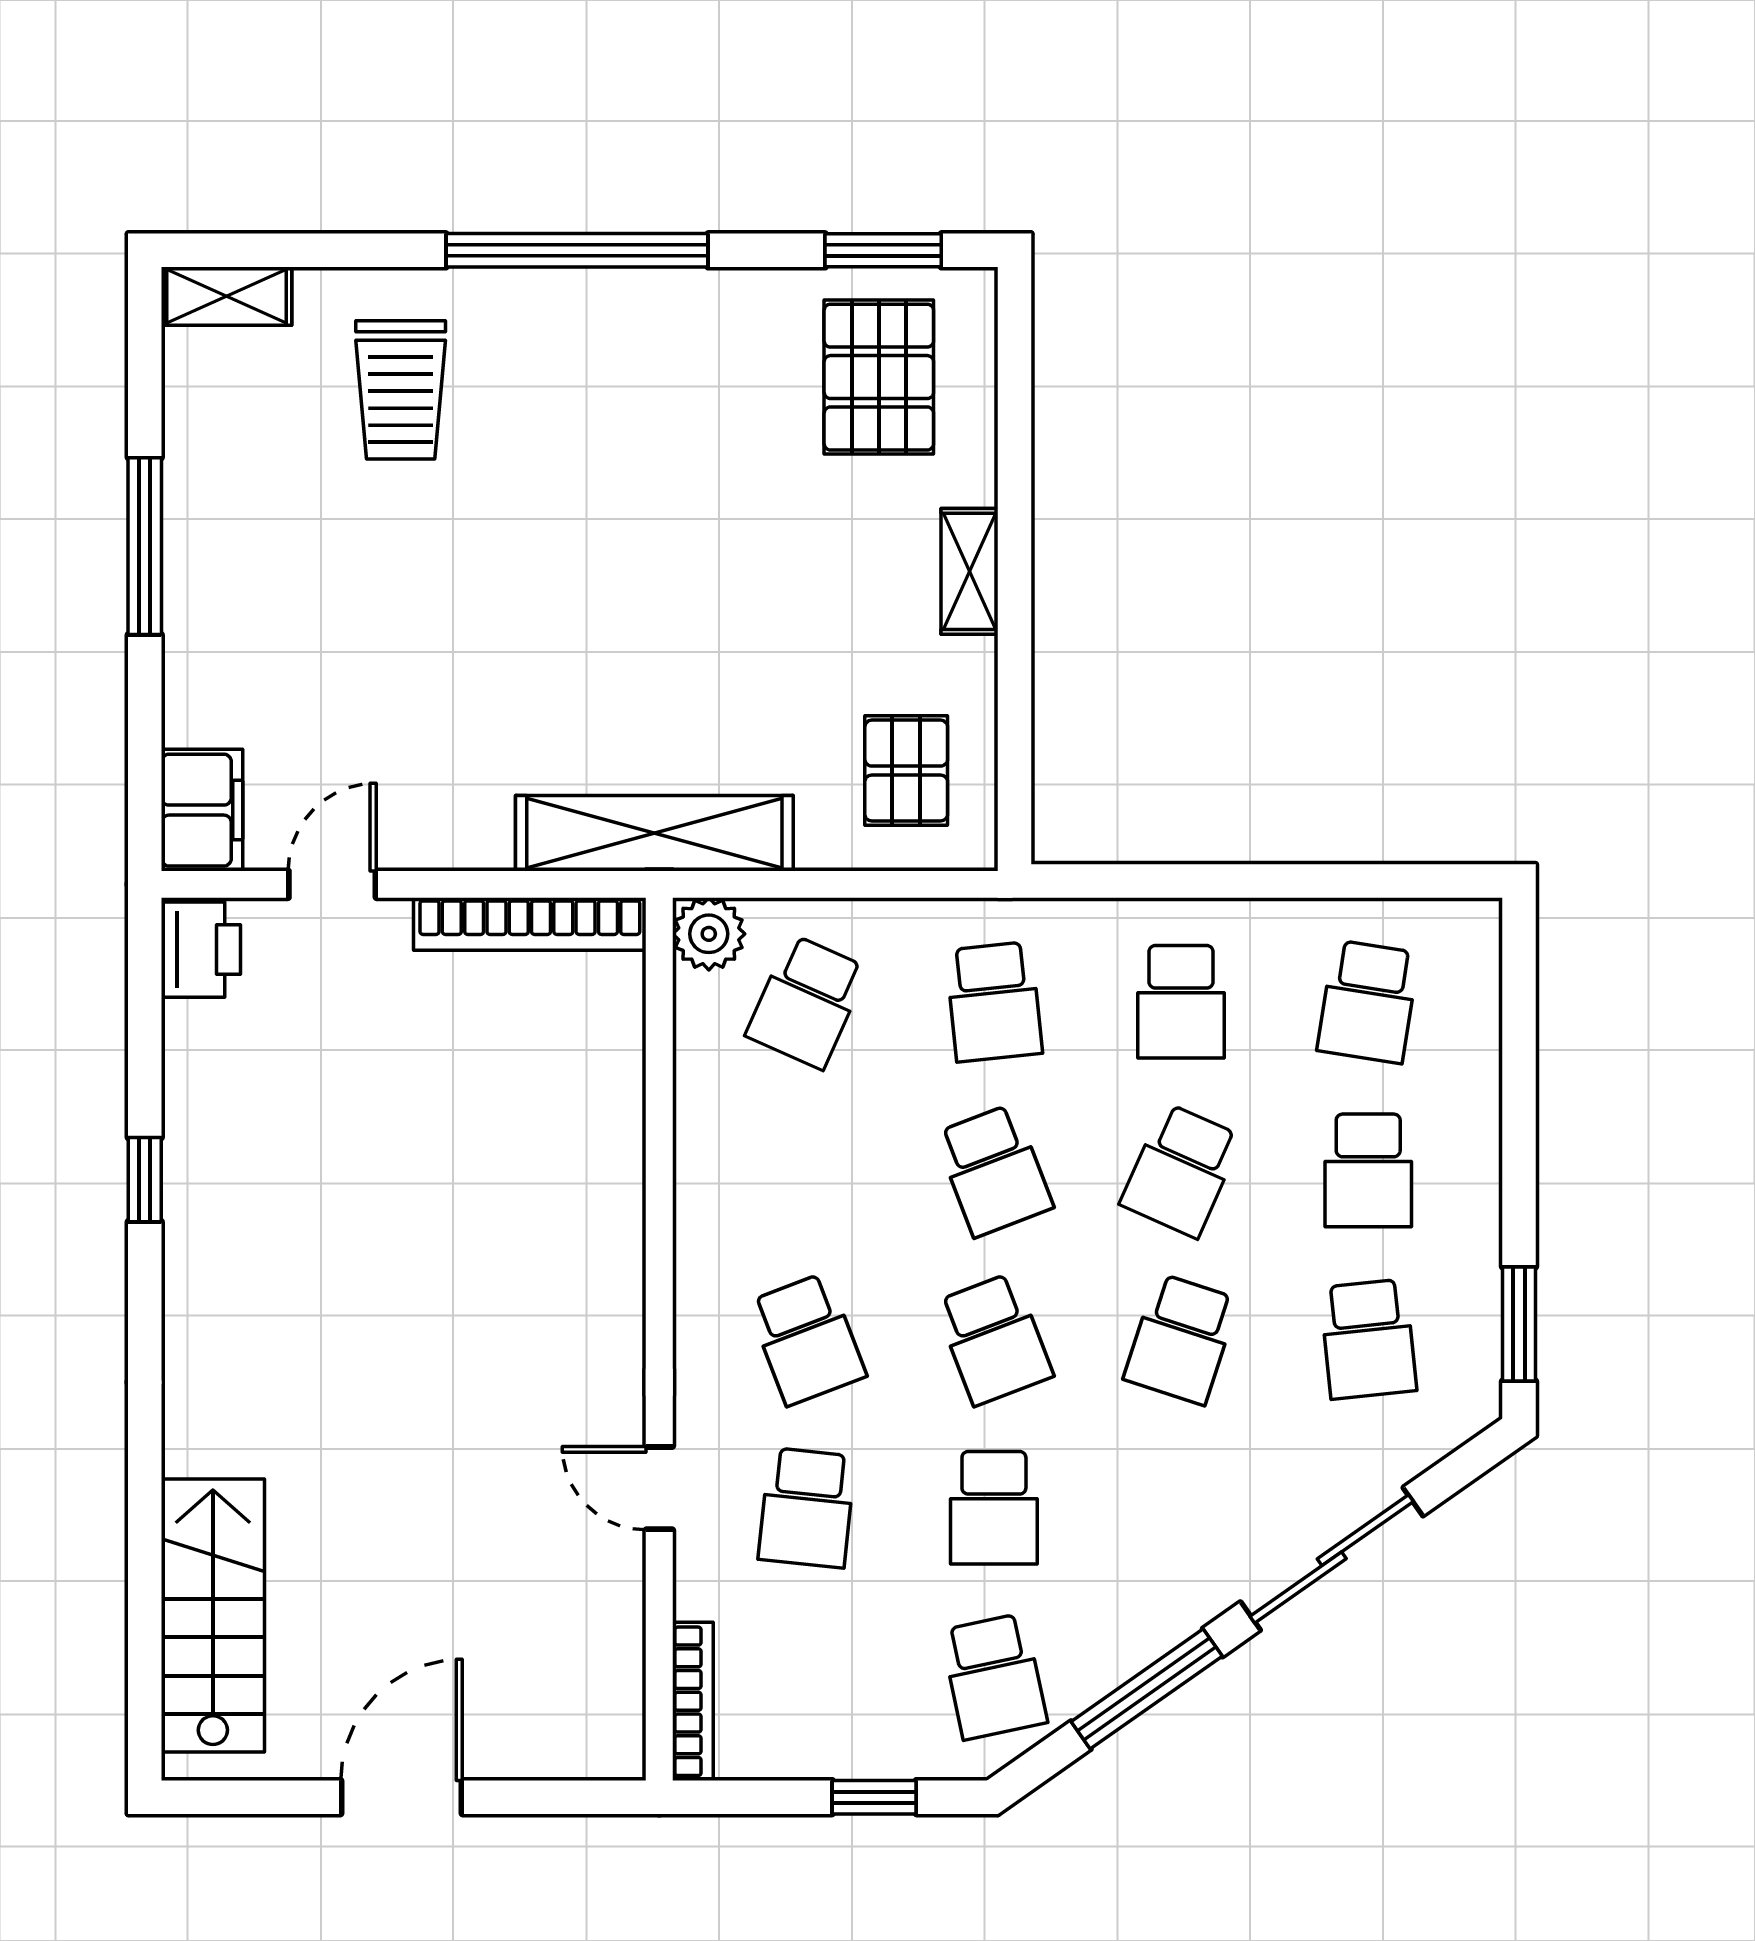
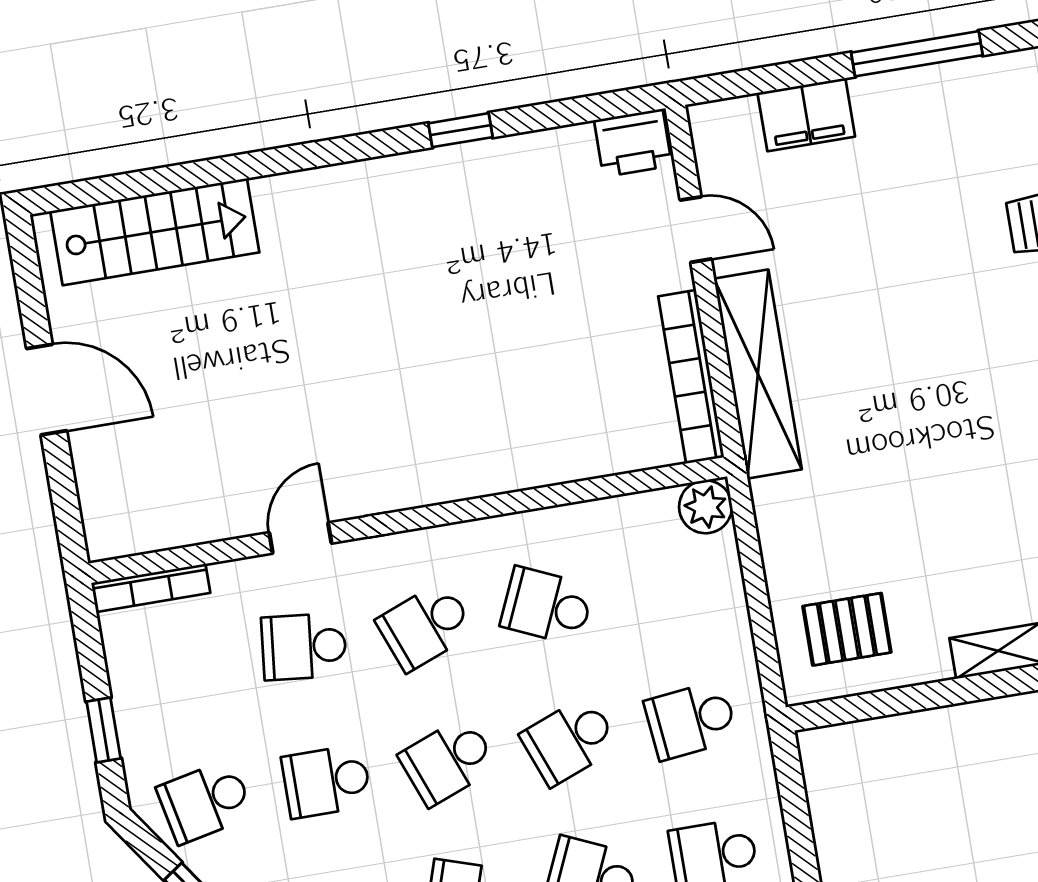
filing cabinet: (202, 810) -> (806, 115), moved
shelving: (654, 833) -> (758, 374), moved
school desk: (807, 1002) -> (547, 606), moved

